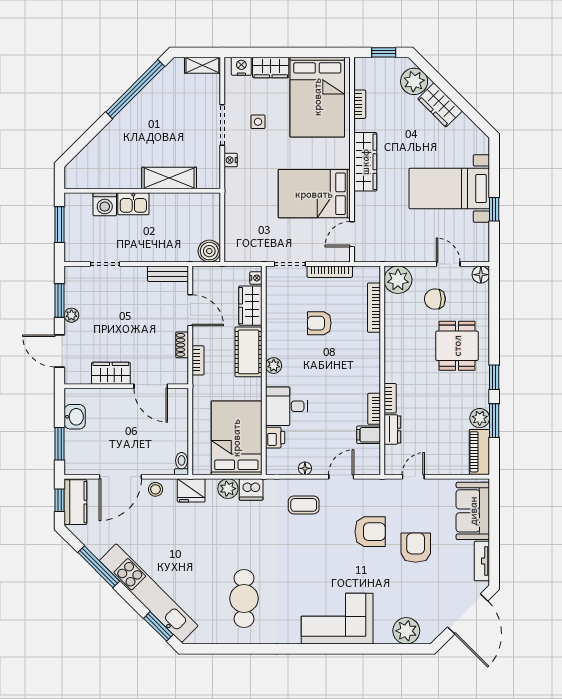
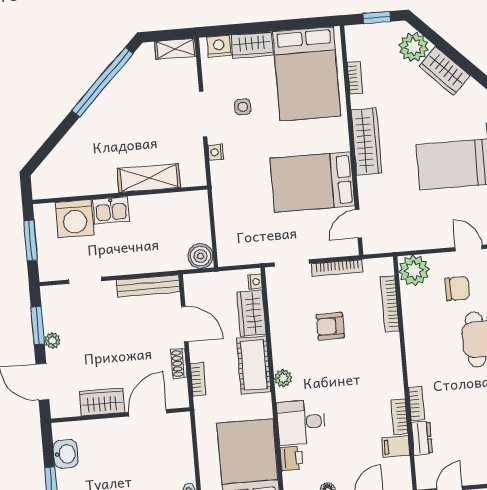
washing machine: (105, 204) -> (75, 219), width x1.37, depth x1.37
bench: (168, 274) -> (148, 286), width x1.36
chair: (435, 299) -> (457, 288), turned 180
door: (151, 386) -> (148, 413), swing flipped

